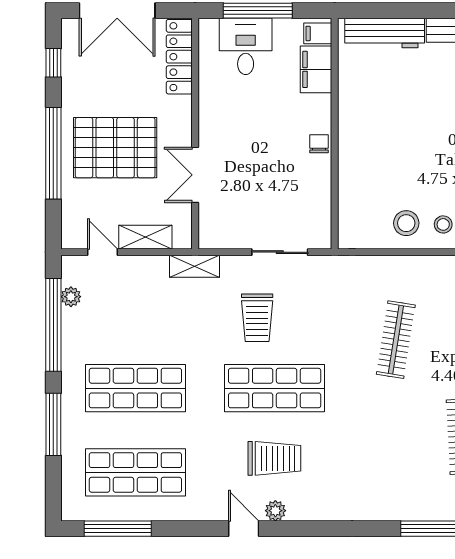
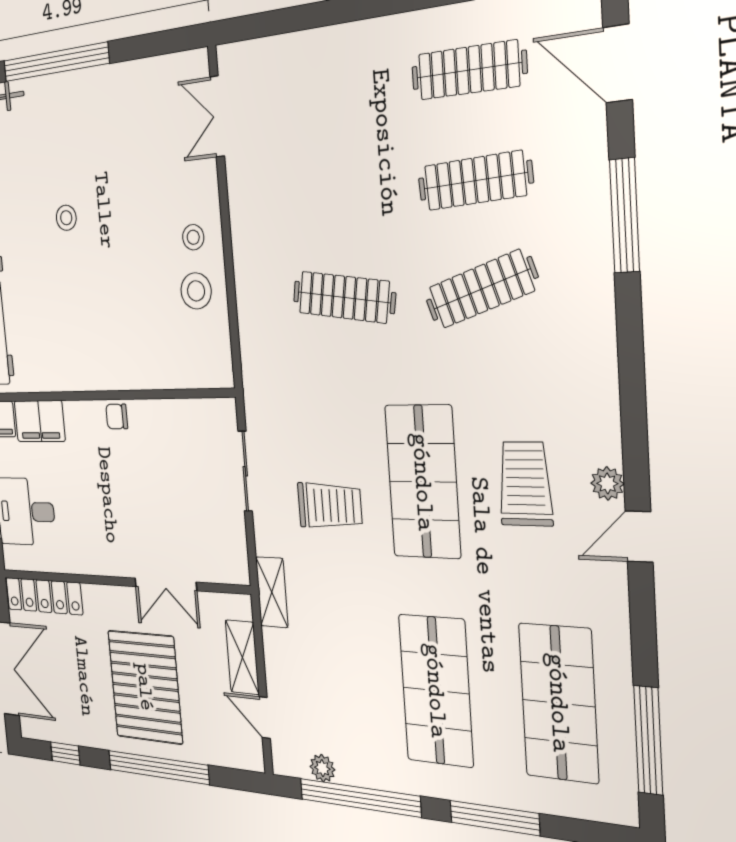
door: (103, 252) -> (265, 718), hinge flipped
clothes rail: (396, 437) -> (481, 289), added

